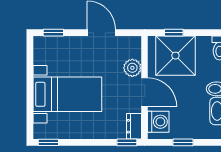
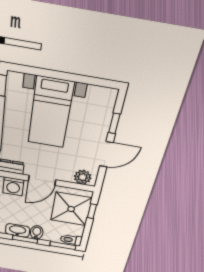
window: (53, 33) -> (114, 123), moved
plant: (132, 68) -> (83, 177), moved

